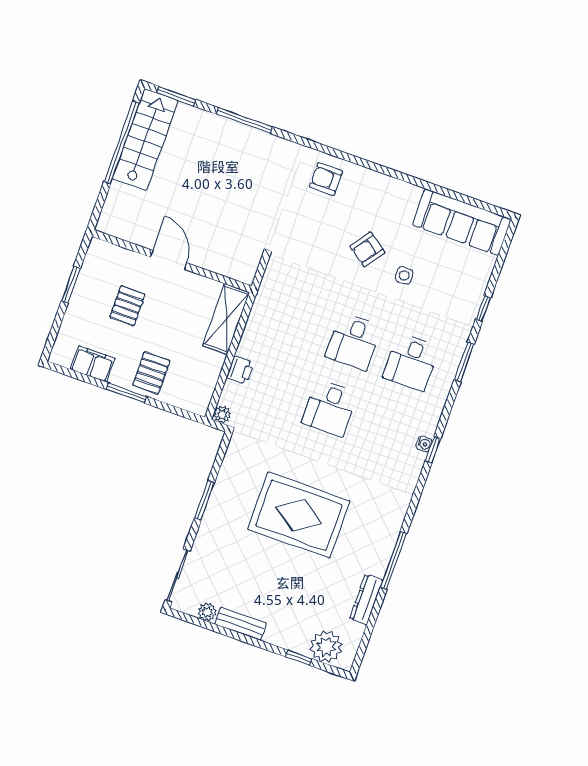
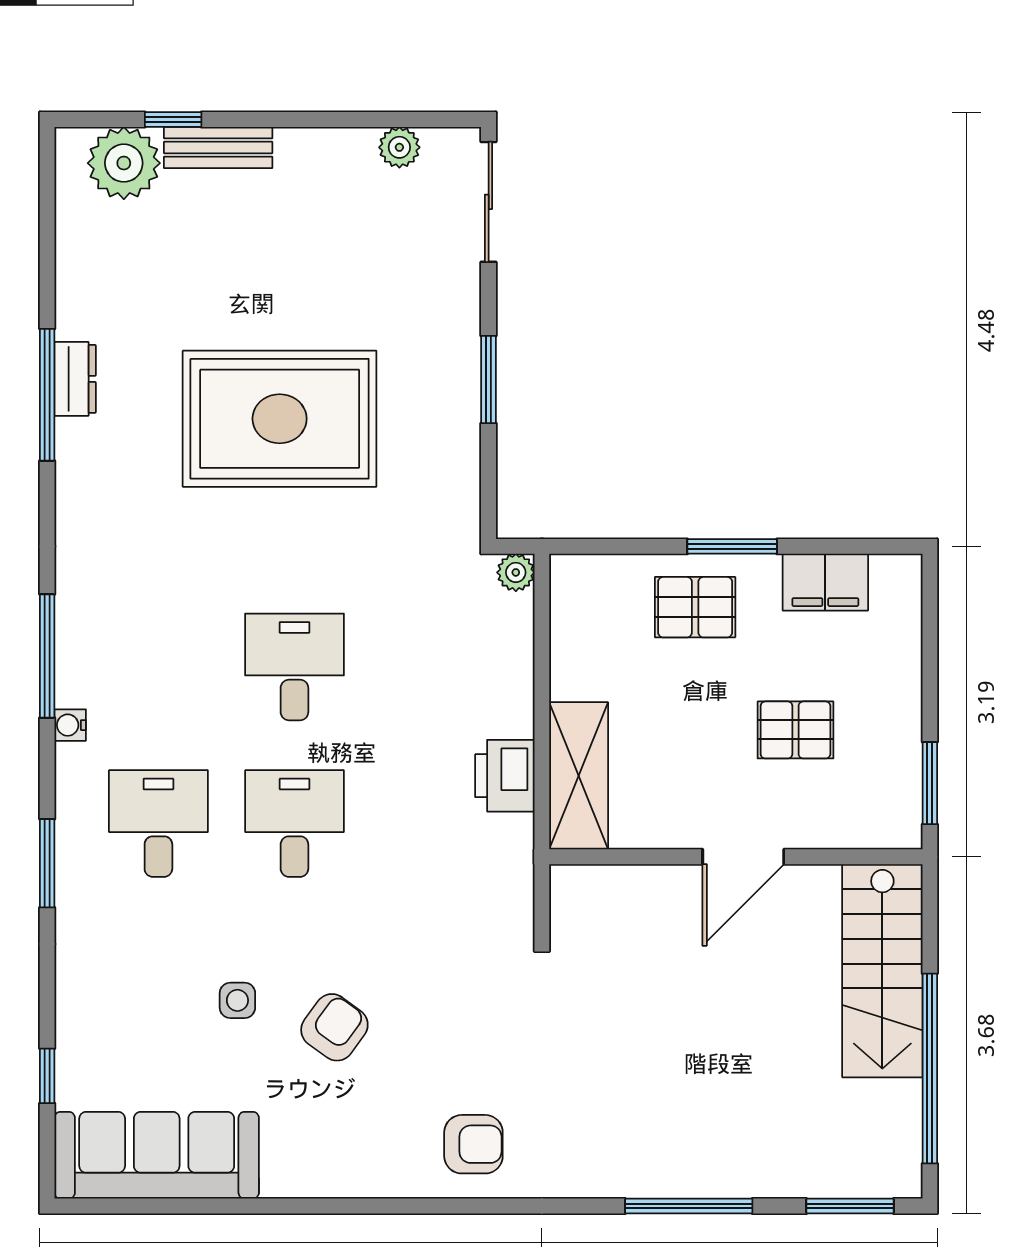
stairs: (145, 139) -> (882, 971), moved
door: (169, 260) -> (743, 857), hinge flipped
window: (71, 285) -> (930, 783), moved
pallet: (127, 306) -> (795, 730), turned 90
window: (483, 308) -> (47, 1076), moved
printer: (240, 370) -> (505, 776), moved, width x1.36, depth x1.24
pallet: (151, 373) -> (695, 607), turned 90
water cooler: (424, 444) -> (70, 725), moved
window: (433, 450) -> (47, 656), width x2.17
dresser: (366, 600) -> (75, 379), moved, width x0.70
bench: (240, 624) -> (218, 147), moved

